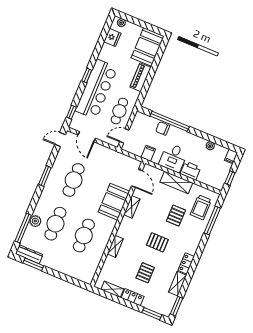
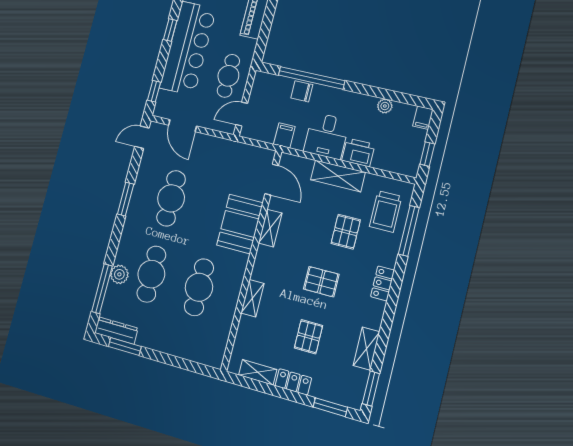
locker: (186, 263) -> (383, 283), moved

